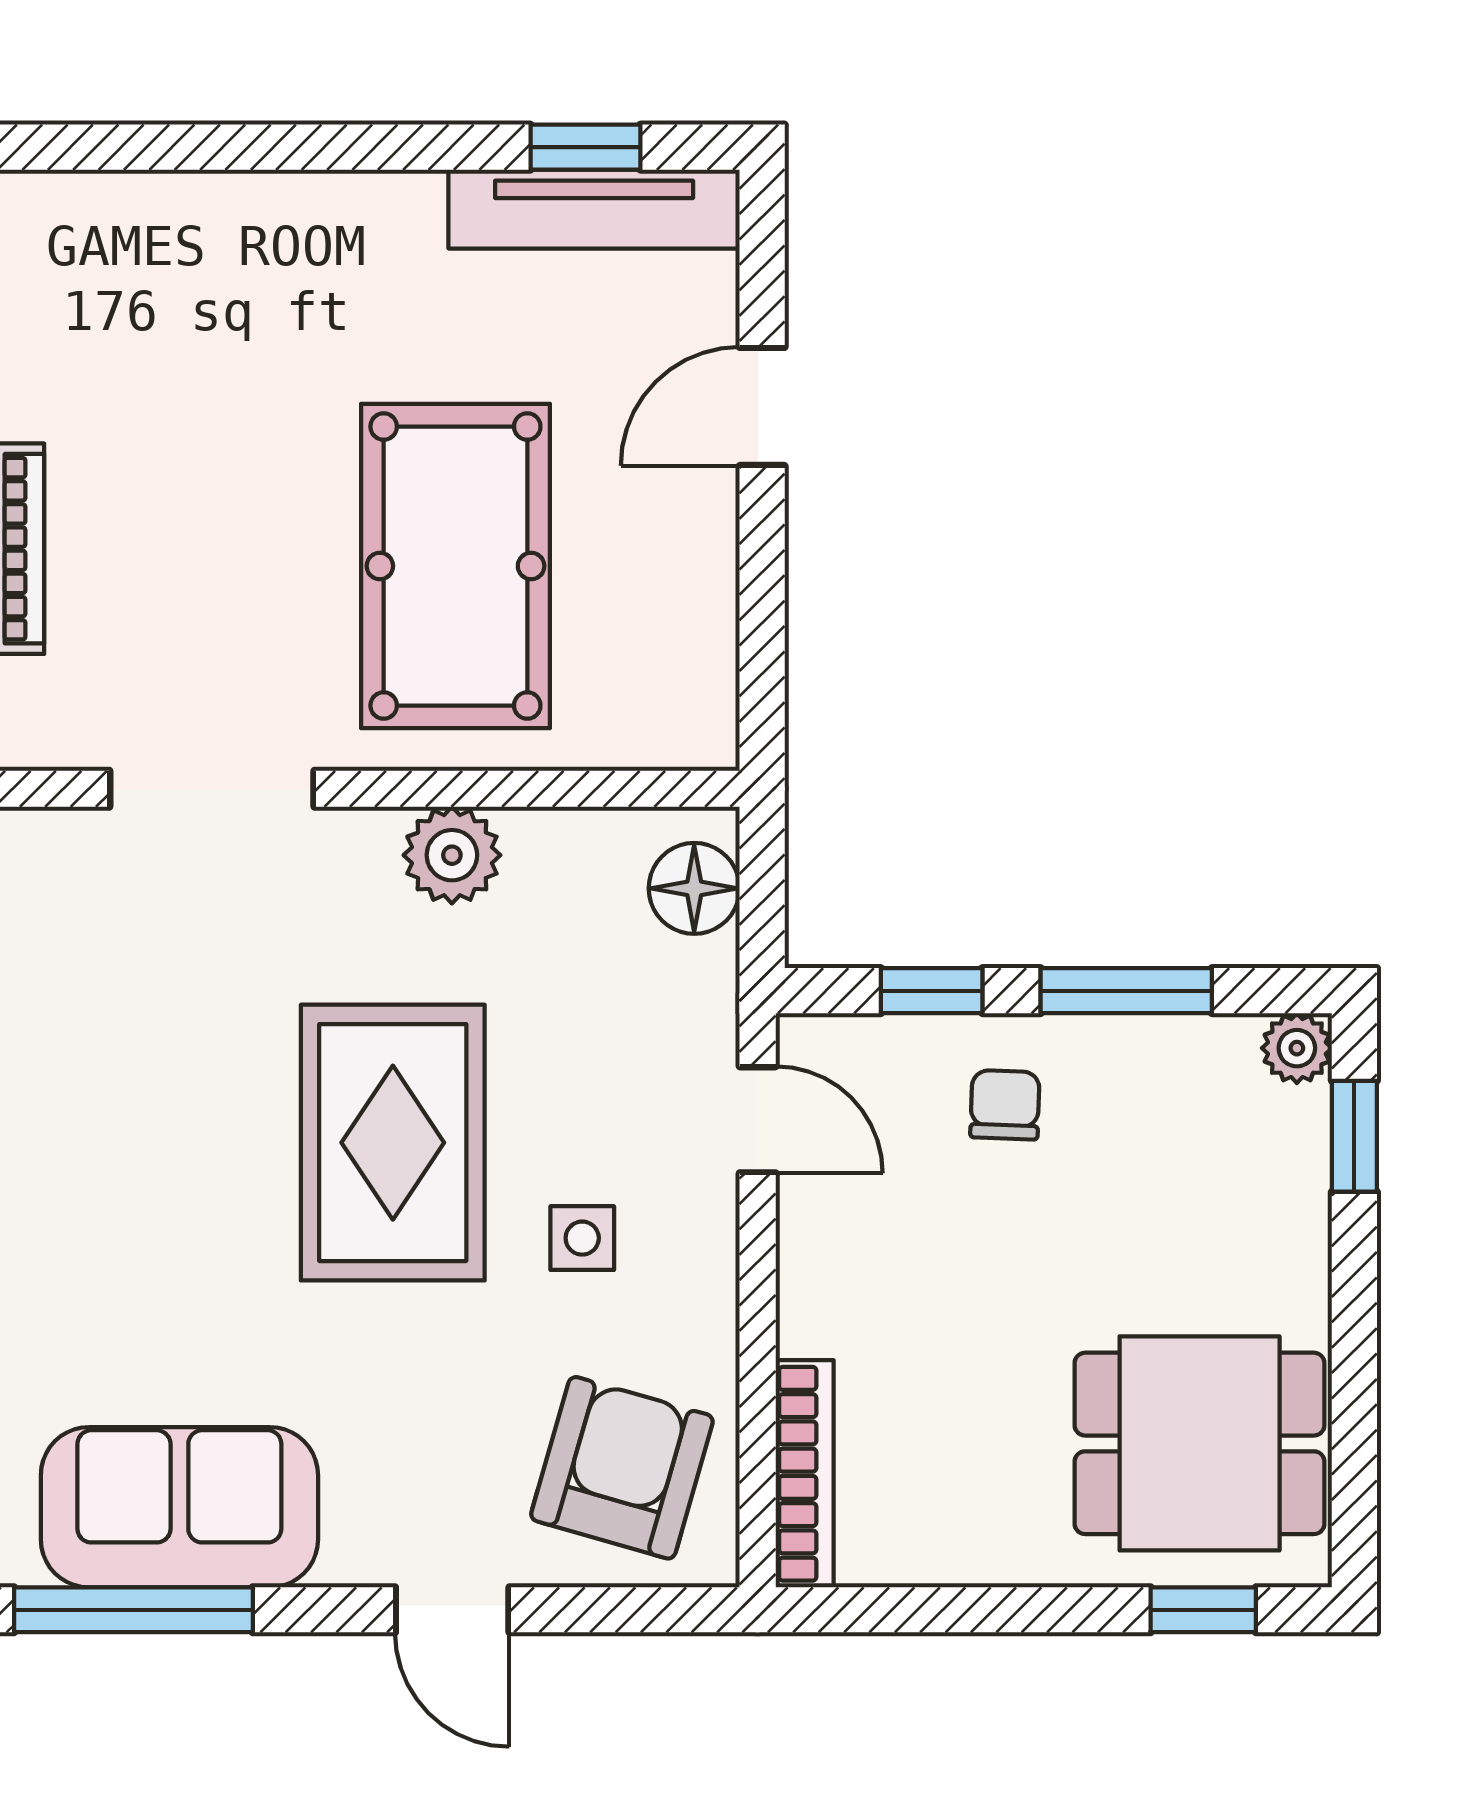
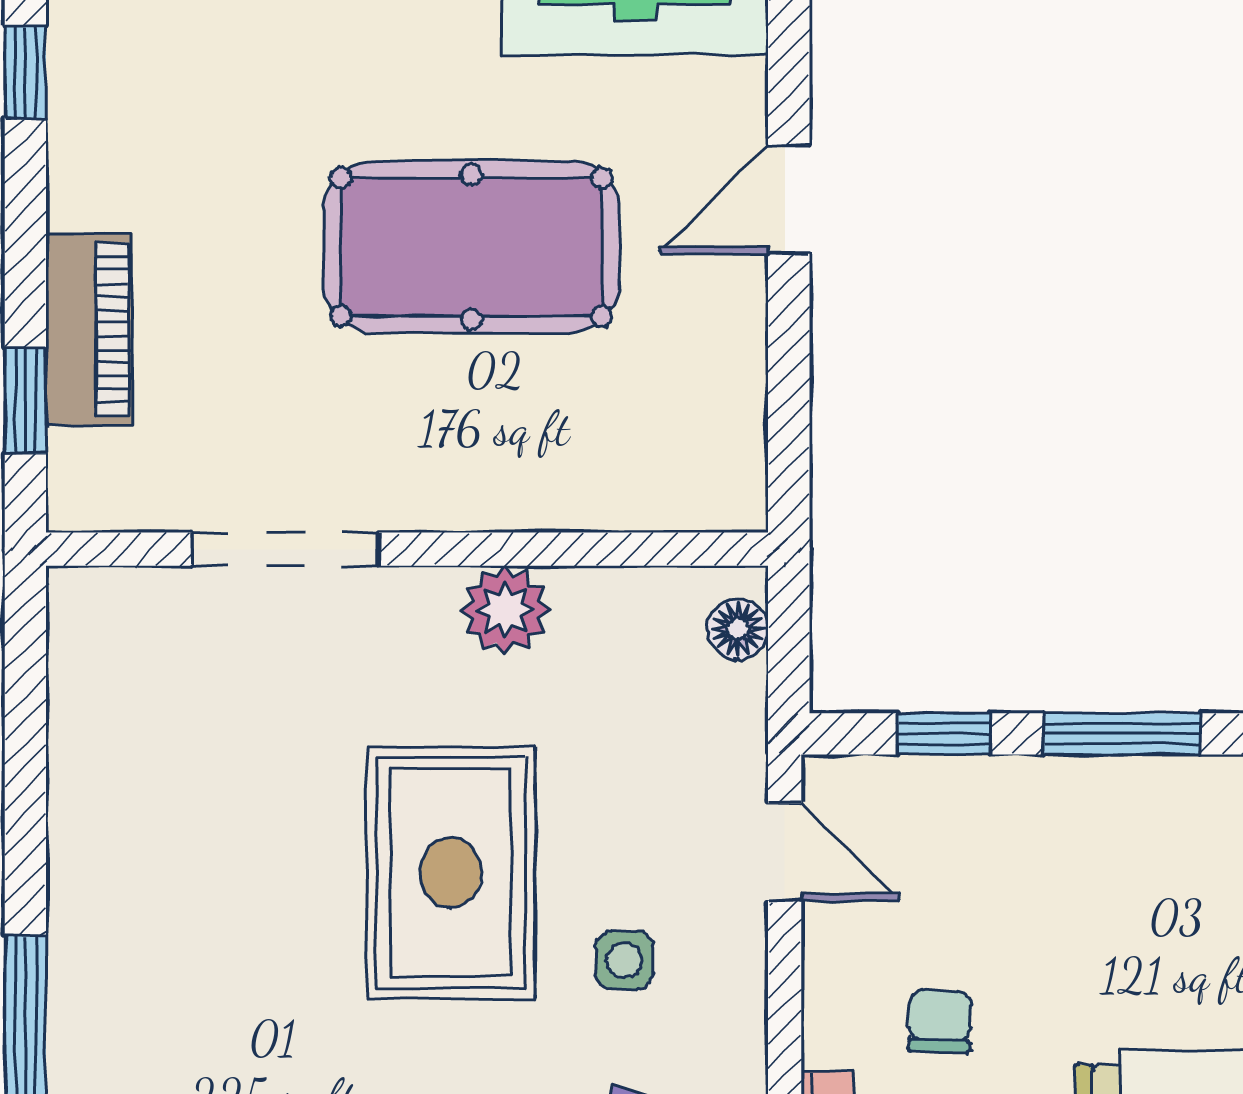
pool table: (455, 566) -> (471, 247), moved, turned 90
floor lamp: (694, 888) -> (738, 629), width x0.73, depth x0.73
chair: (1005, 1105) -> (940, 1021), moved

